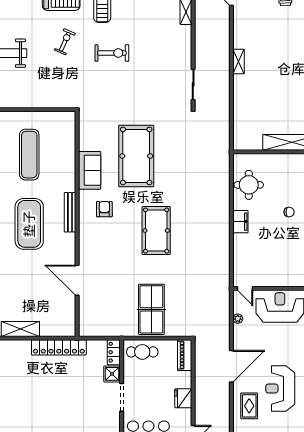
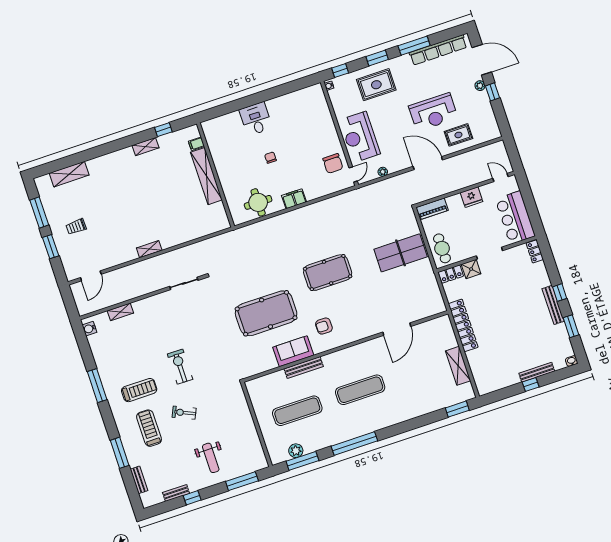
bench: (70, 212) -> (304, 368), moved
exercise mat: (29, 224) -> (360, 390), width x0.68
chair: (263, 272) -> (333, 163), added

